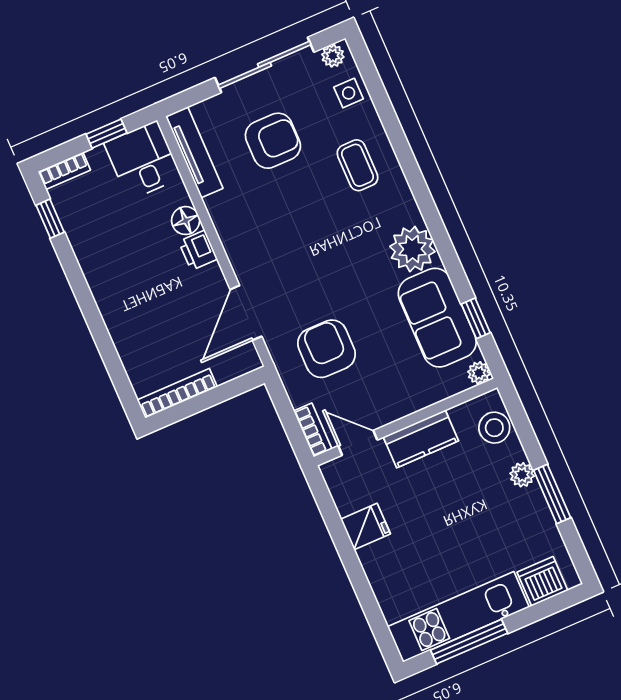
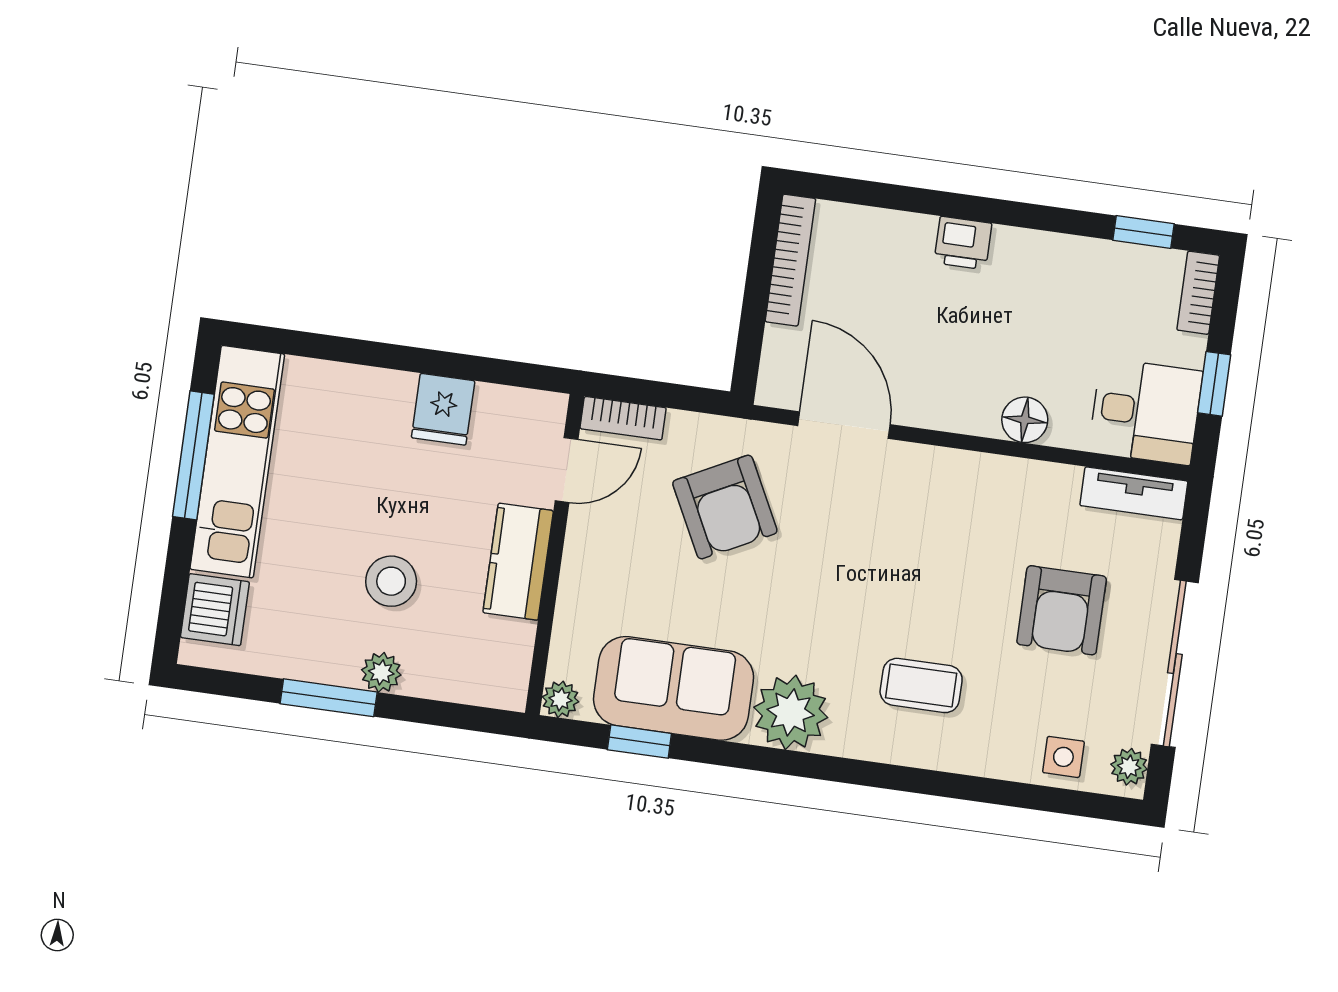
tv unit: (194, 152) -> (1134, 493), width x0.71
coffee table: (358, 165) -> (921, 685), moved
printer: (198, 250) -> (963, 243), moved, turned 180
armchair: (327, 349) -> (725, 507), turned 63
stool: (494, 428) -> (391, 581), moved

